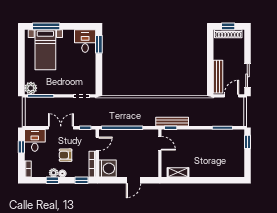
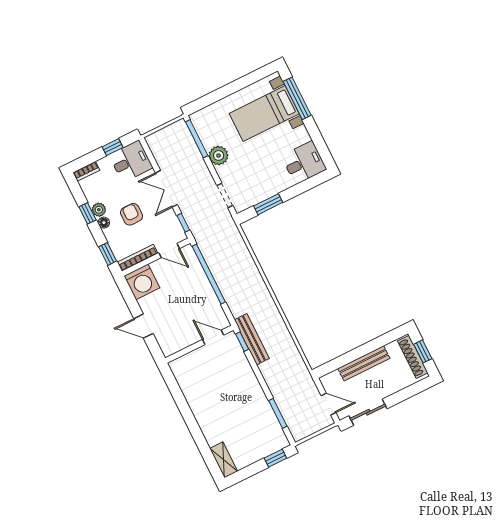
window: (99, 44) -> (268, 204), moved
bench: (218, 77) -> (364, 363), moved
plant: (31, 88) -> (219, 155), moved
double door: (61, 128) -> (166, 189), swing flipped
door: (160, 143) -> (213, 337), swing flipped
shelving: (178, 172) -> (224, 460), moved

